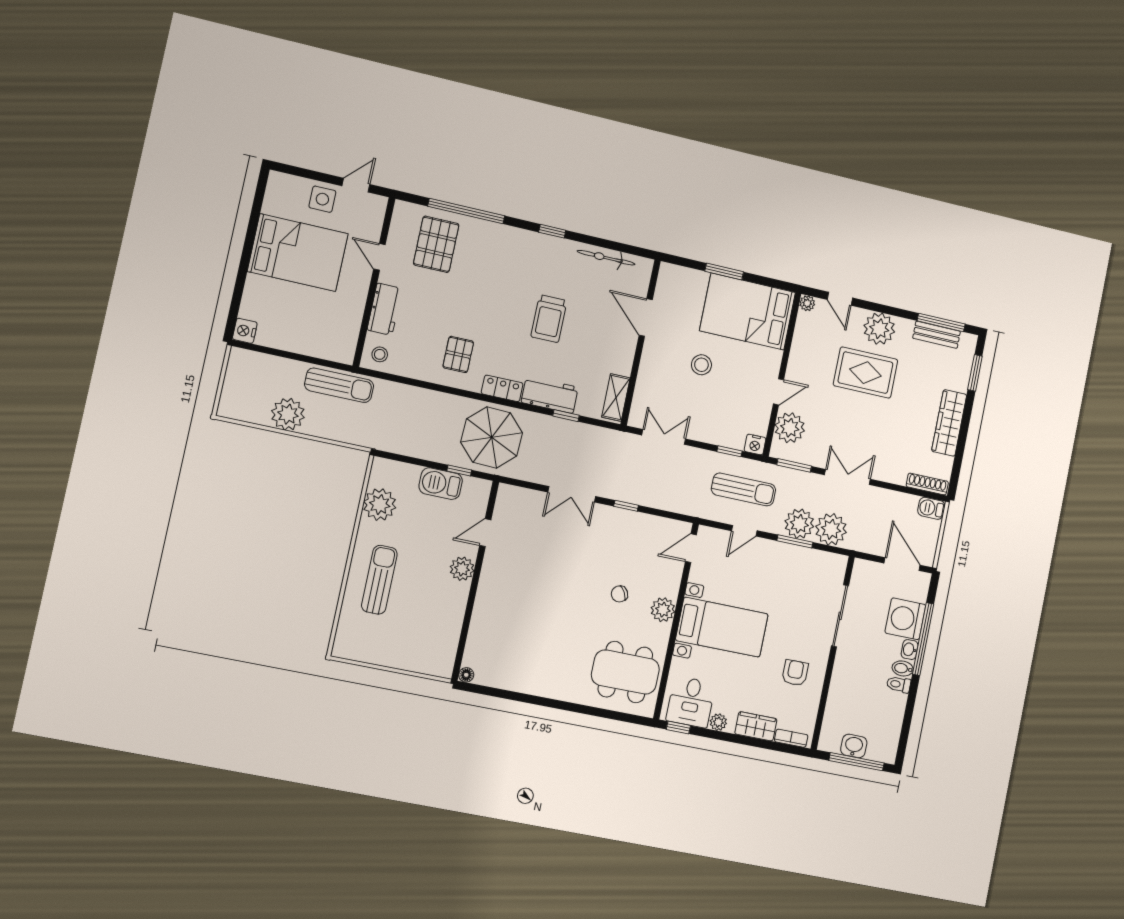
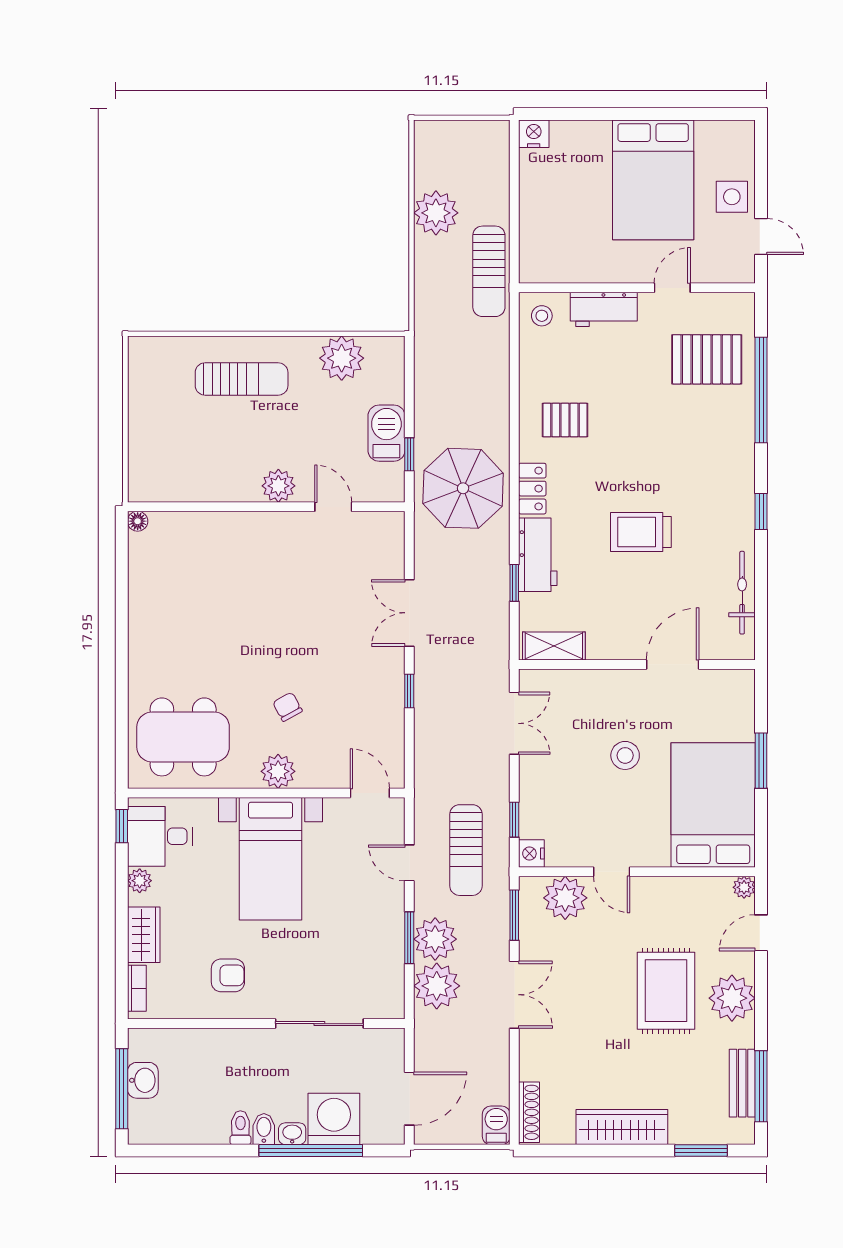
dining table: (625, 672) -> (183, 737), turned 90

